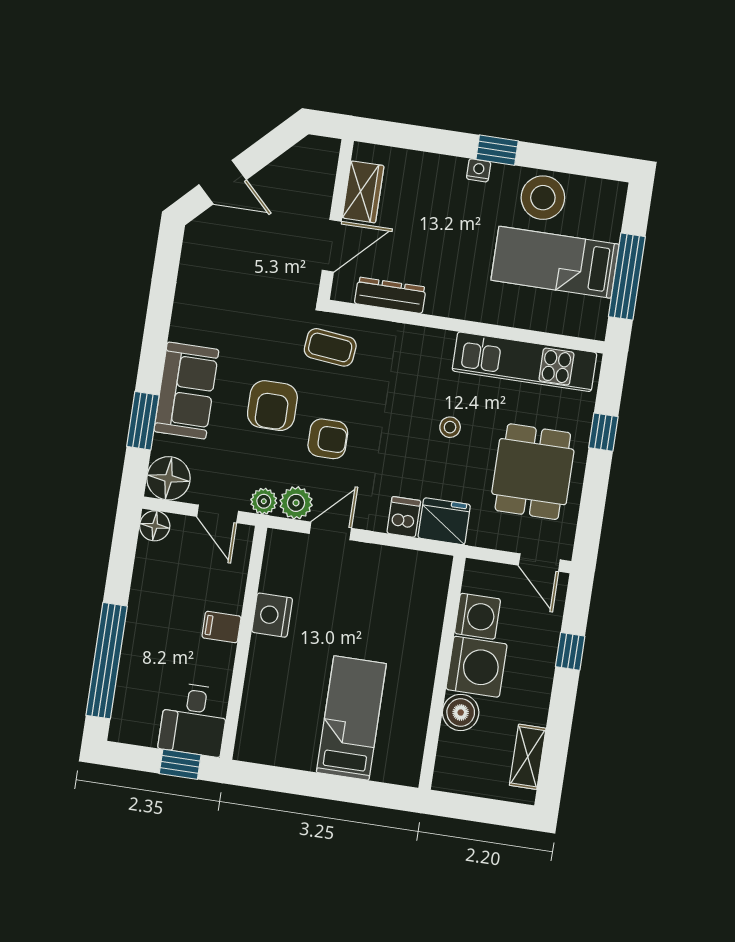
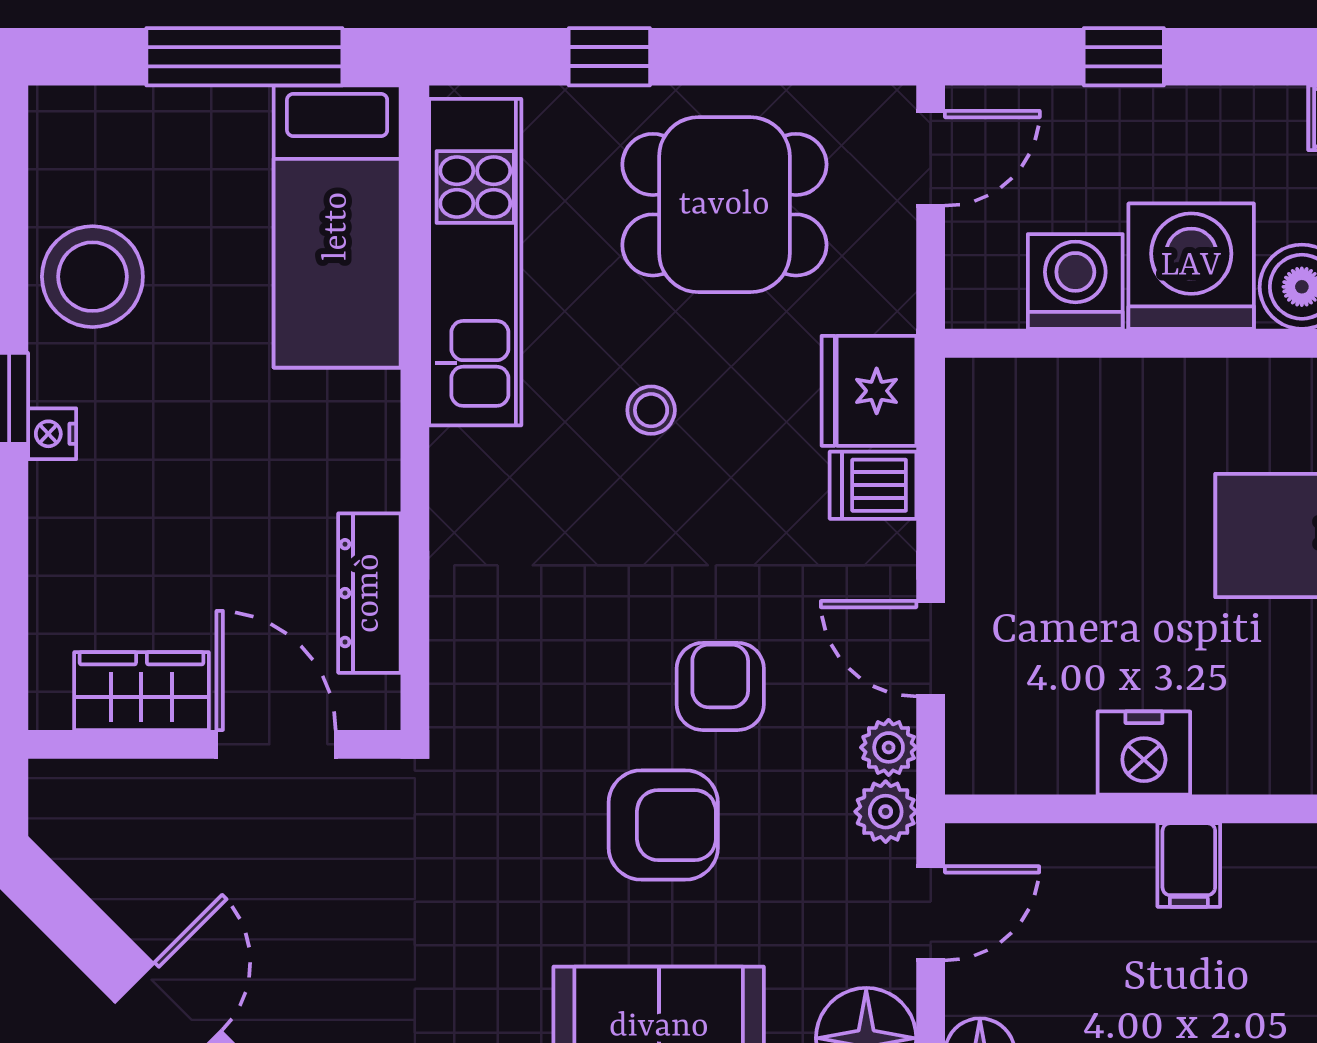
bed: (555, 262) -> (337, 226), moved
coffee table: (330, 347) -> (510, 713), removed
plant: (296, 503) -> (889, 747), width x0.73, depth x0.73

